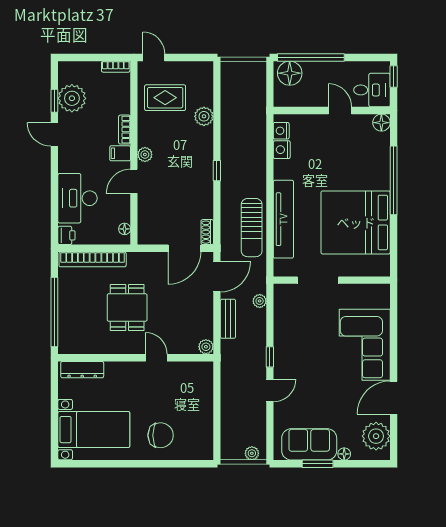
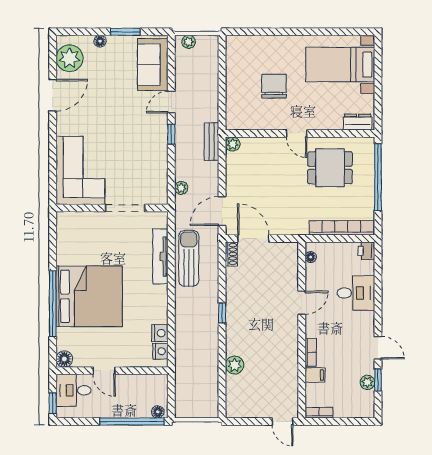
floor lamp: (290, 73) -> (158, 412), width x0.53, depth x0.53
plant: (72, 98) -> (367, 382), width x0.53, depth x0.53
rug: (165, 98) -> (272, 383), removed
filing cabinet: (120, 153) -> (315, 375), moved
plant: (145, 155) -> (291, 328), removed
desk: (78, 198) -> (356, 293), width x0.73
tv unit: (283, 219) -> (160, 256), width x0.73, depth x0.78
bed: (356, 222) -> (89, 296), moved
door: (184, 248) -> (253, 238), hinge flipped
dining table: (127, 308) -> (330, 168), moved, turned 90
bench: (228, 319) -> (211, 142), moved
corner sofa: (365, 345) -> (80, 170), moved
door: (156, 358) -> (297, 133), moved
dresser: (82, 370) -> (358, 122), width x0.70
chair: (161, 435) -> (274, 86), moved, turned 90
sofa: (309, 444) -> (153, 65), moved, turned 90

